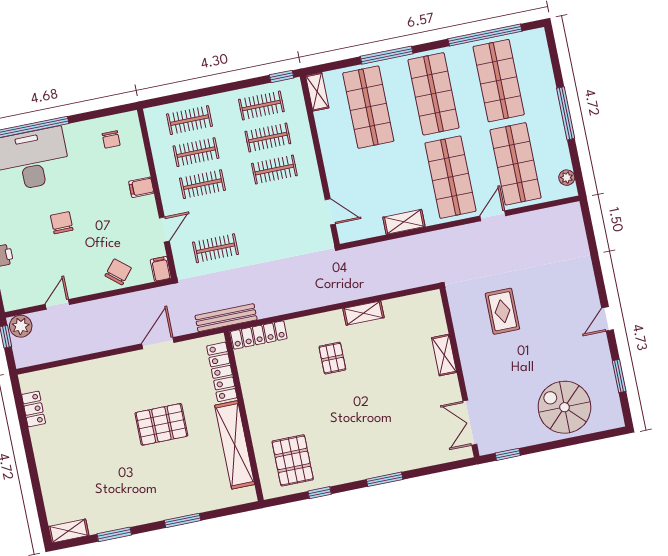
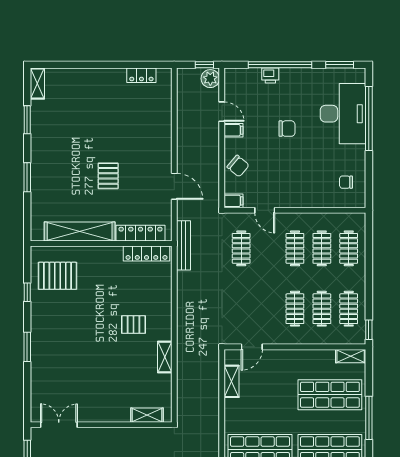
filing cabinet: (141, 187) -> (234, 130), moved, turned 90
shelving: (404, 222) -> (232, 381), moved
locker: (259, 335) -> (147, 254), moved, turned -90
shelving: (444, 355) -> (147, 415), moved
pallet: (161, 424) -> (108, 176), width x0.67, depth x0.71

